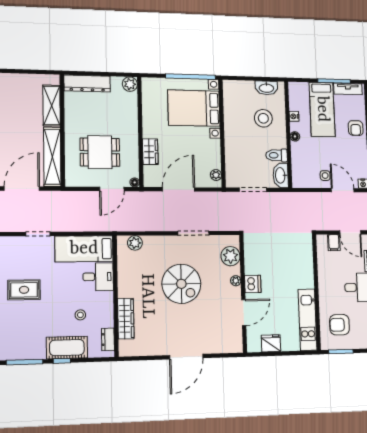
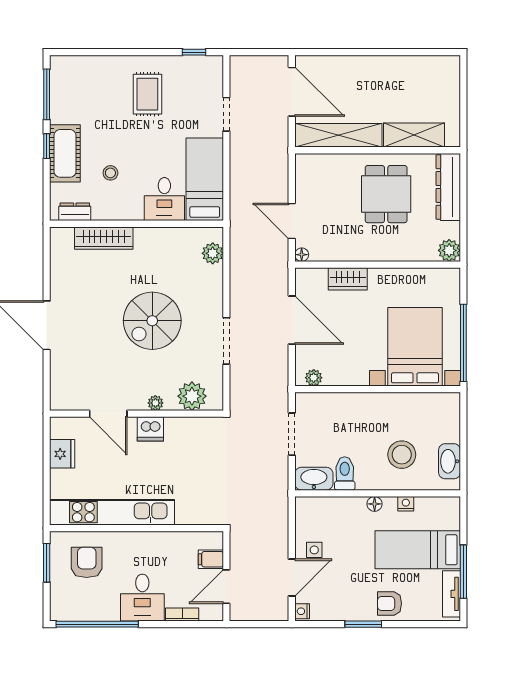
dining table: (100, 152) -> (386, 194), moved
kitchen unit: (308, 320) -> (112, 512), width x1.36

